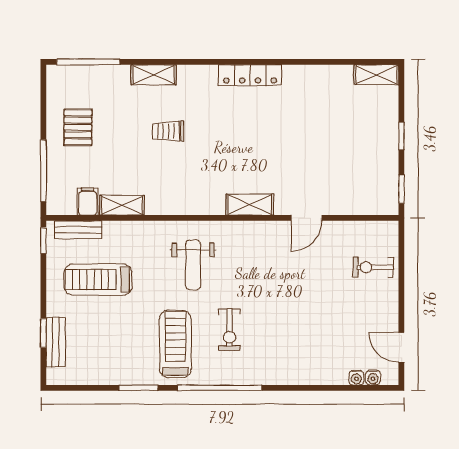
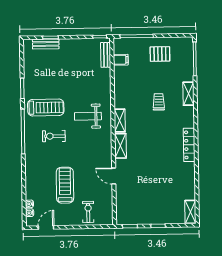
shelving: (122, 205) -> (120, 121), moved
treadmill: (98, 280) -> (65, 185), moved

